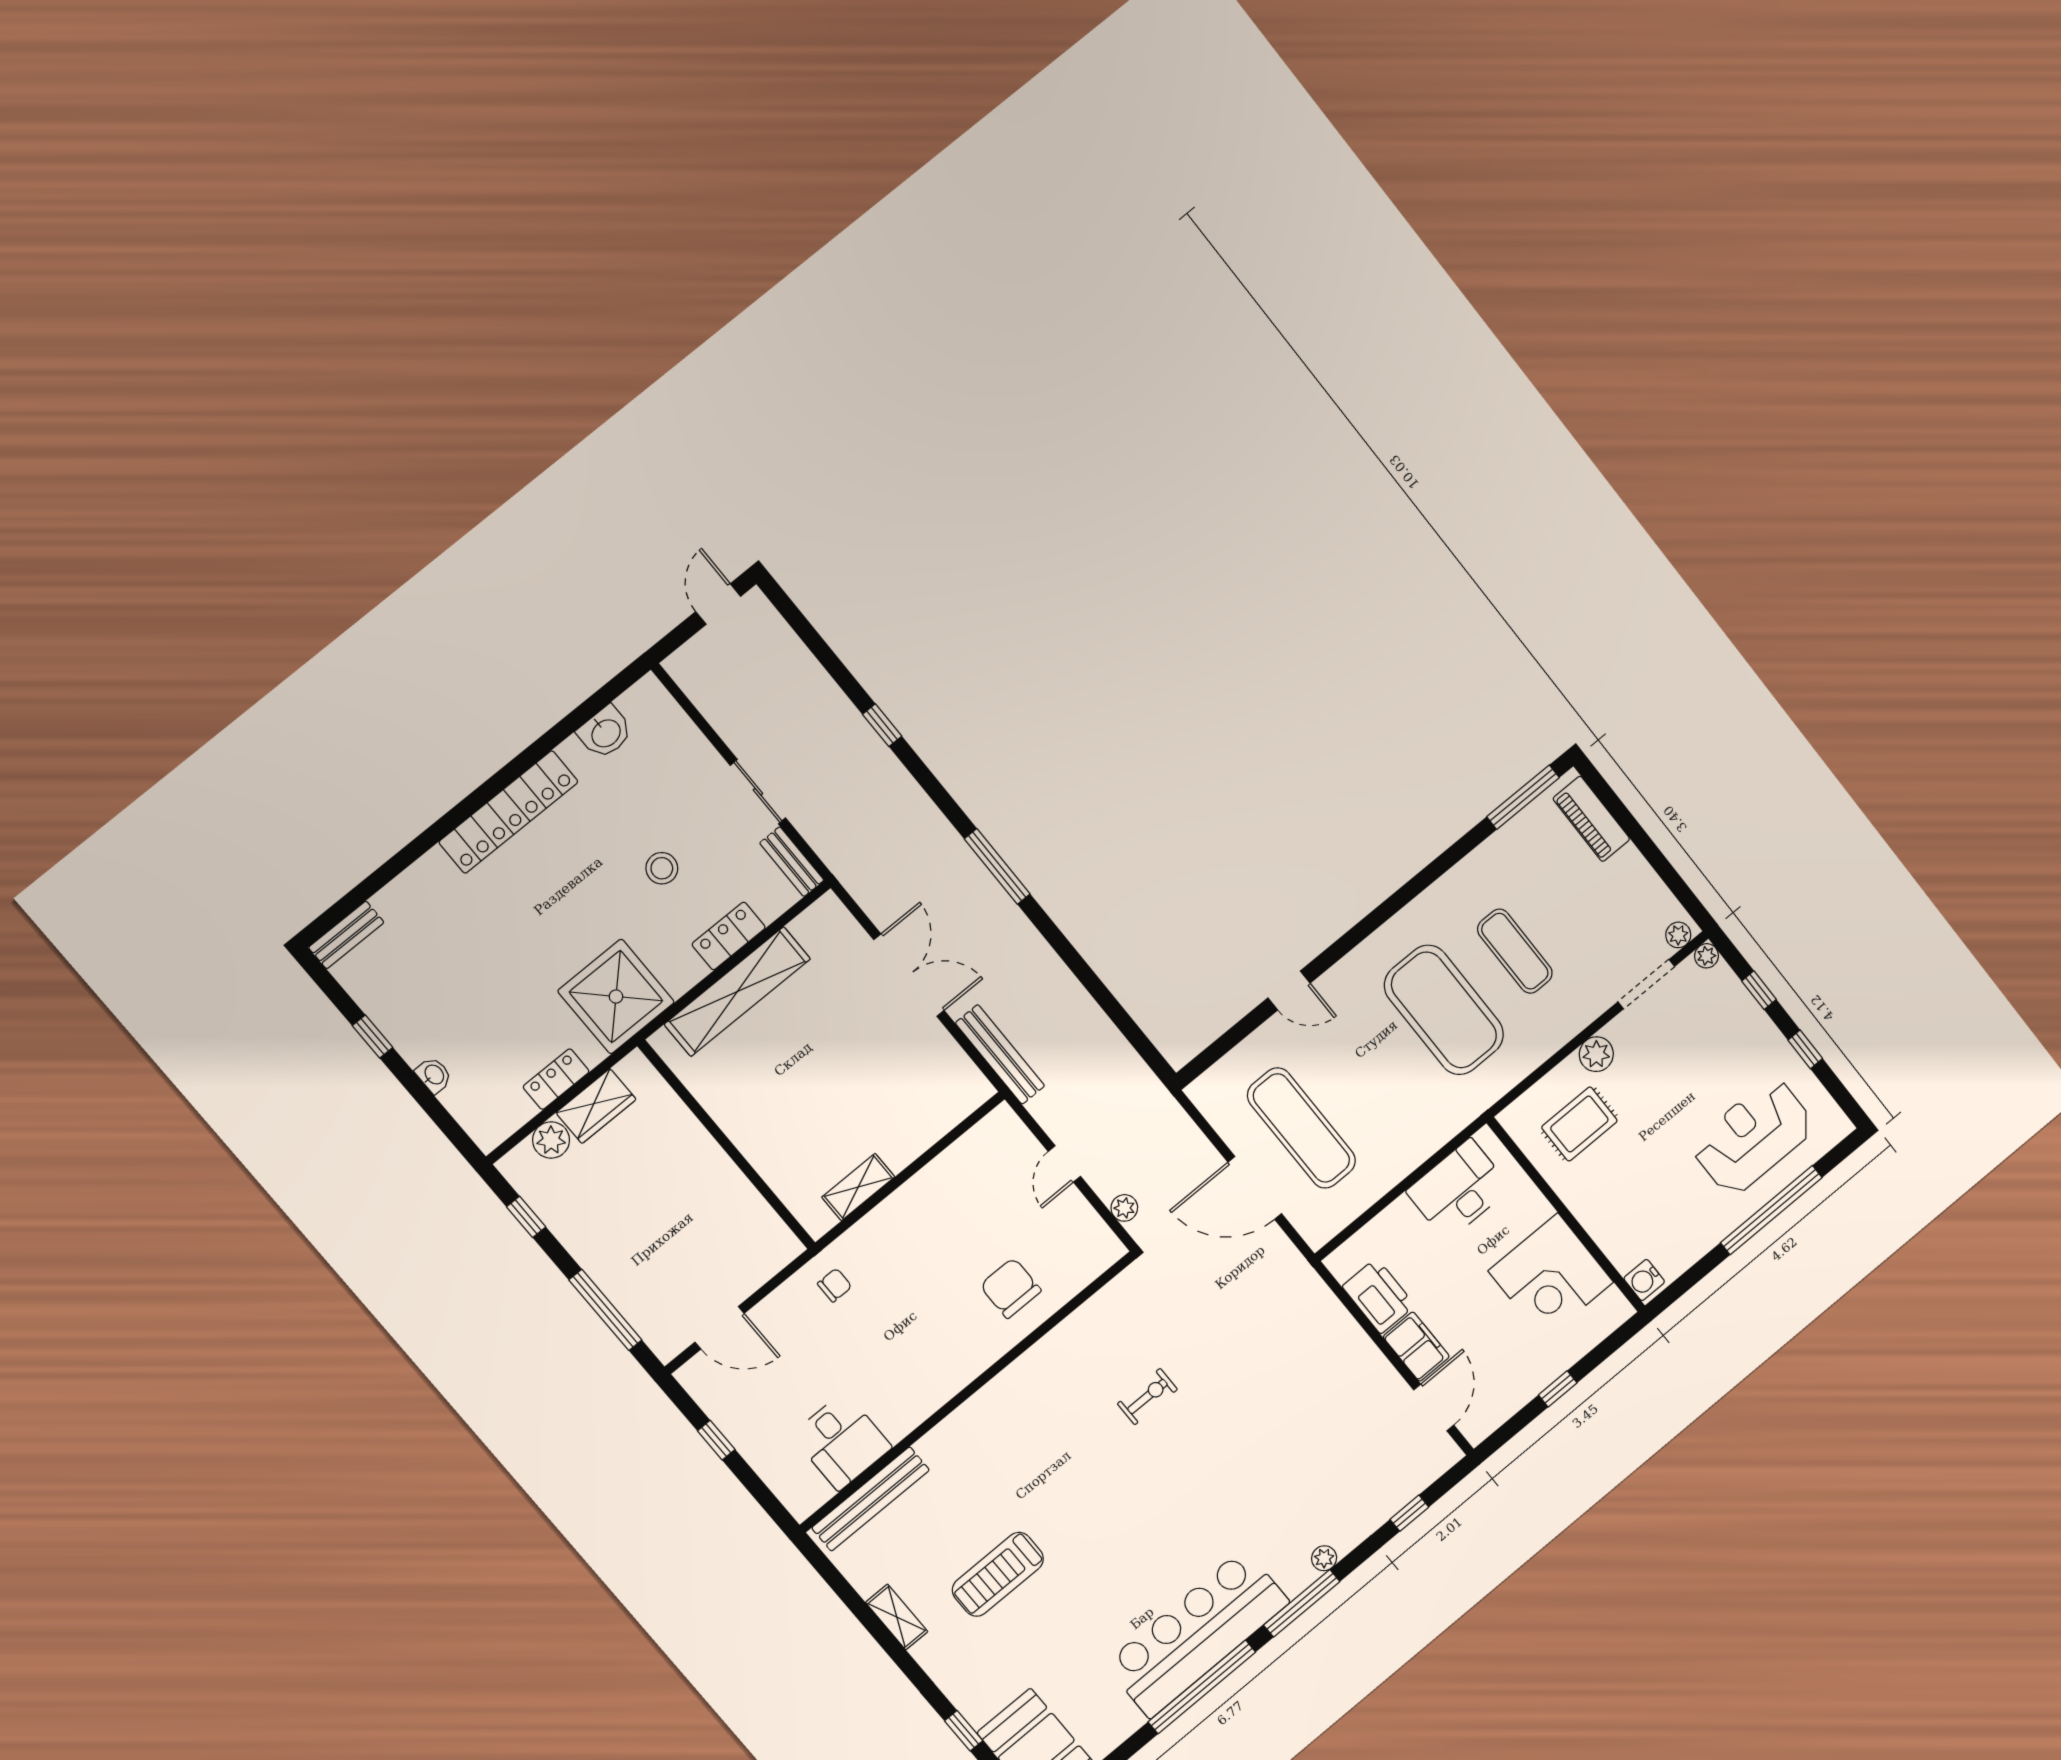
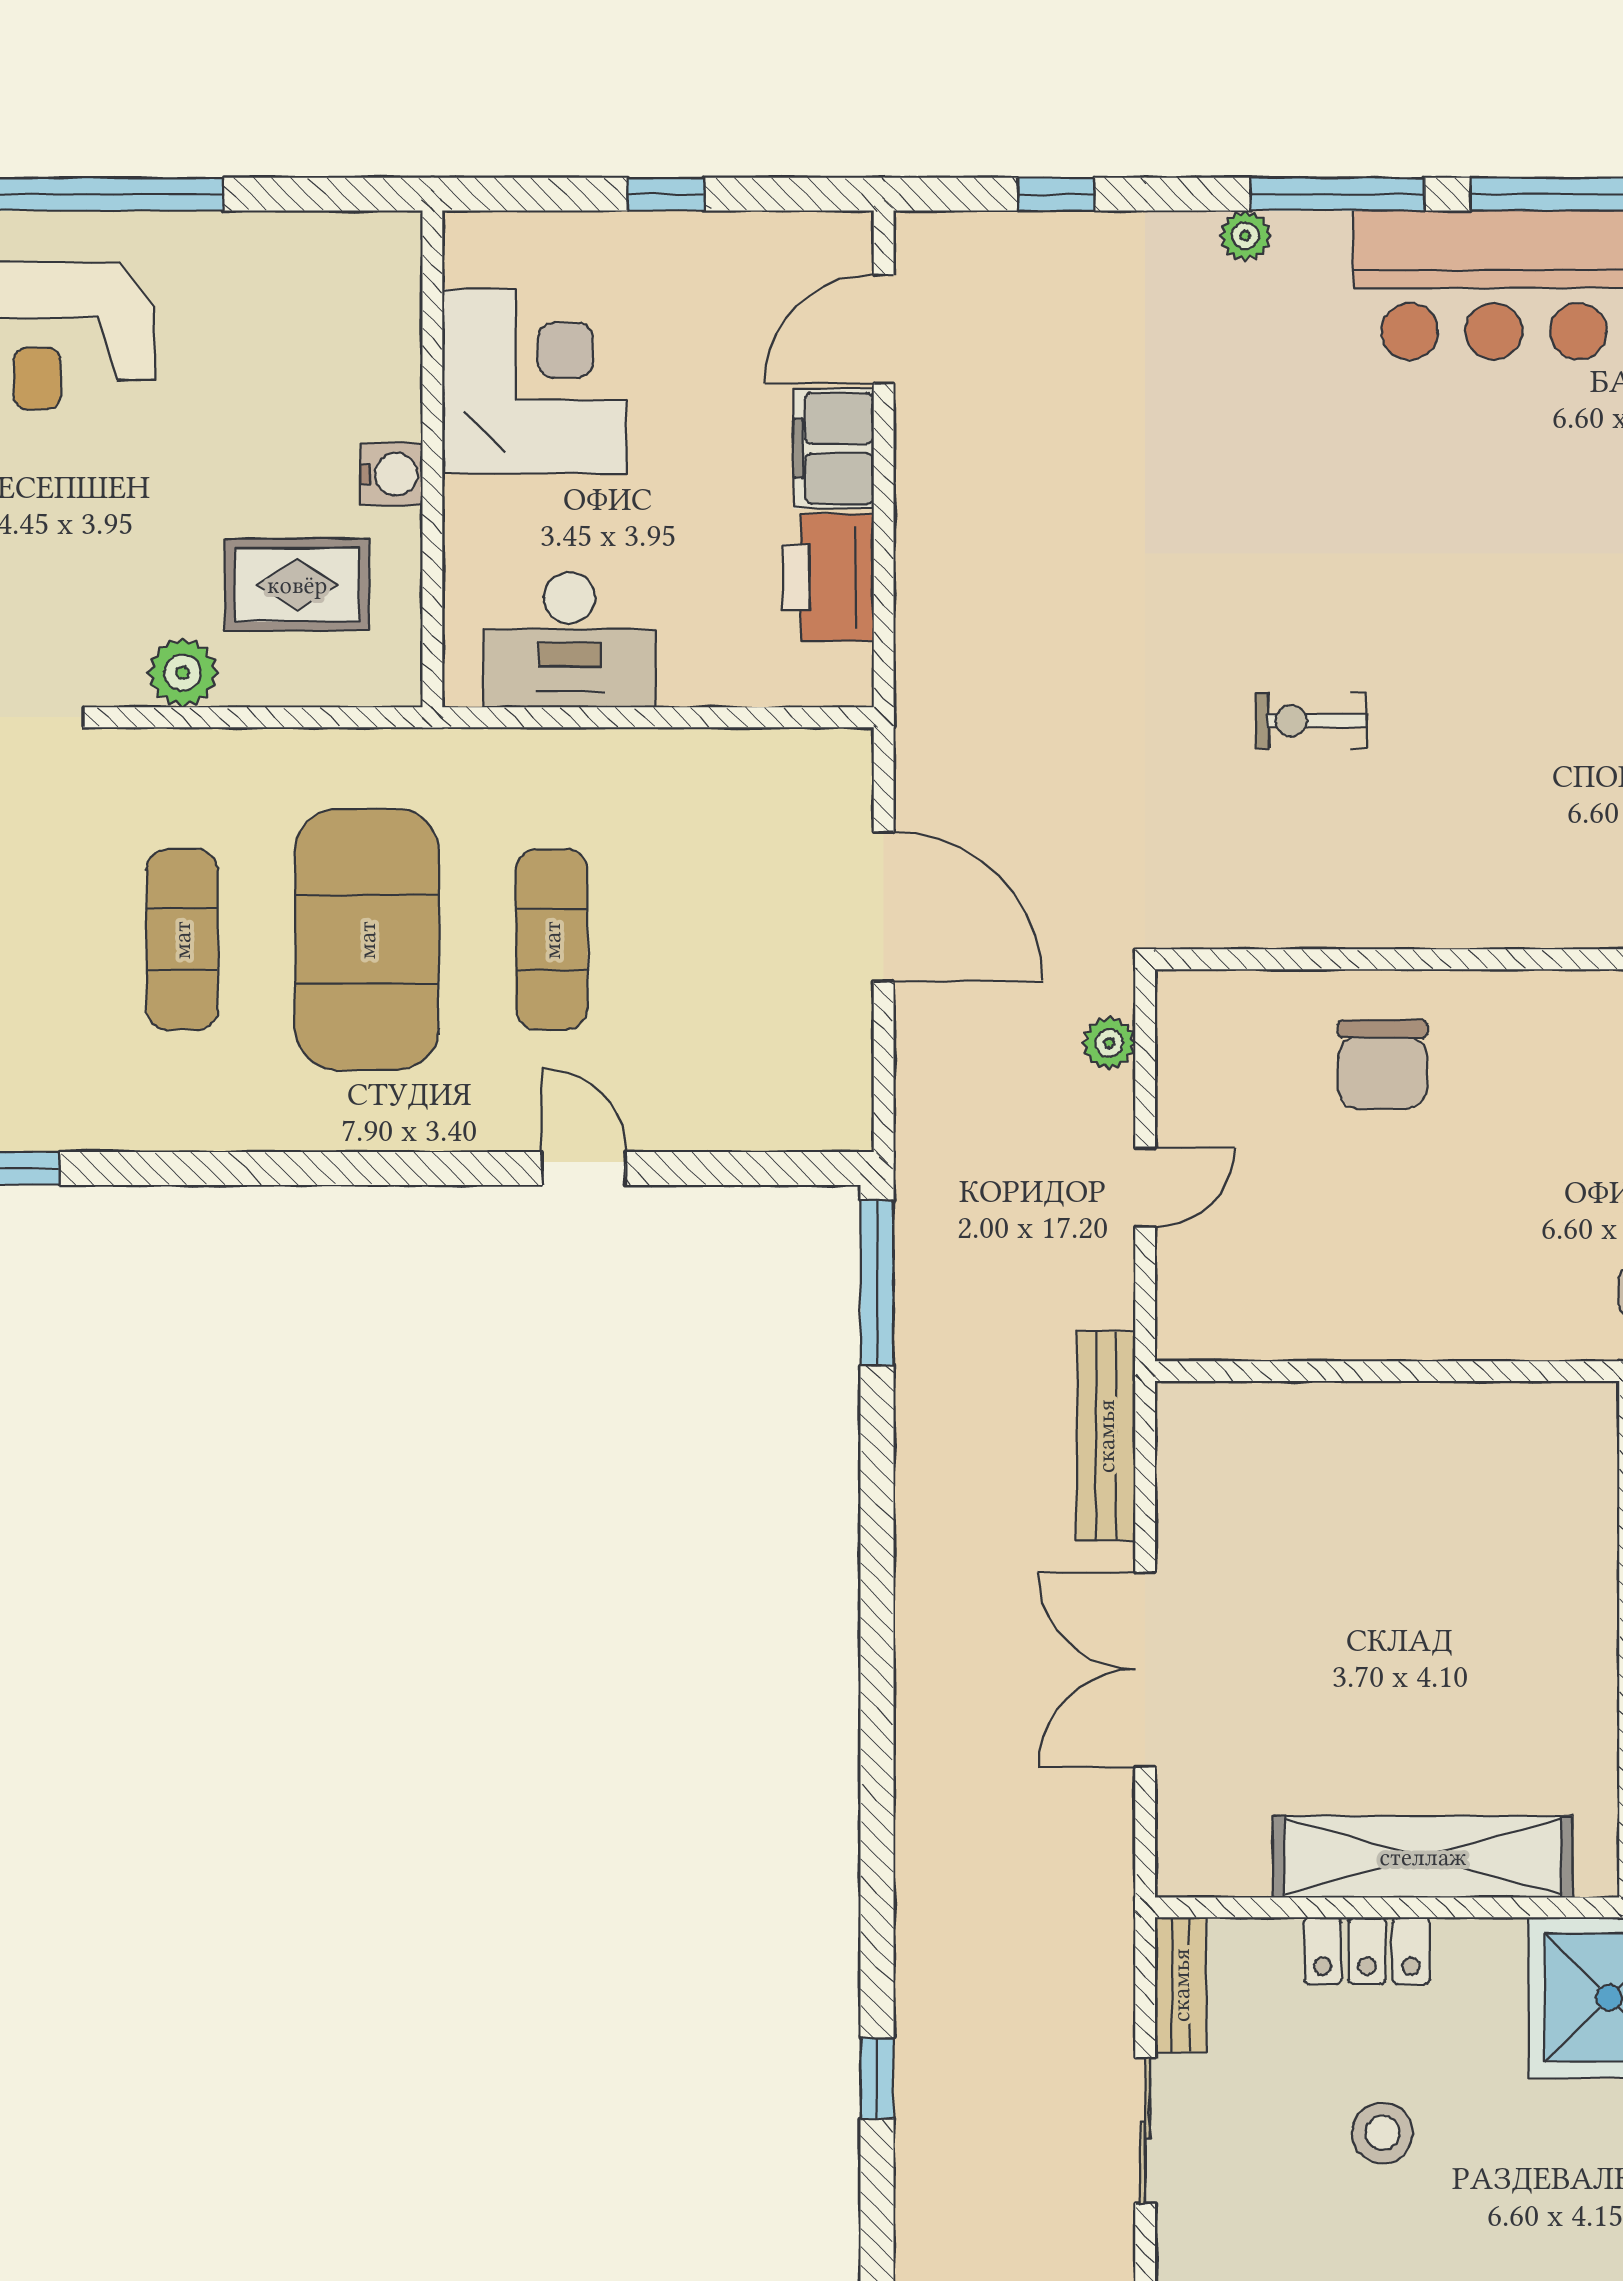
window: (997, 866) -> (877, 1283), moved
exercise mat: (1301, 1128) -> (552, 940), moved, width x0.73, depth x0.69
shelving: (858, 1187) -> (1485, 1411), removed
water cooler: (1644, 1280) -> (391, 474), moved

